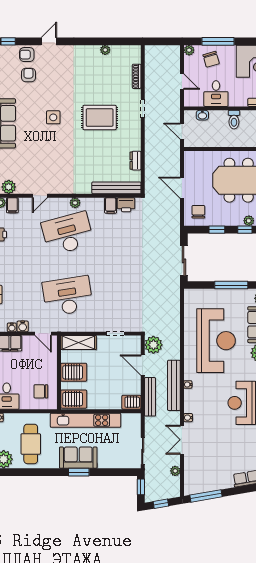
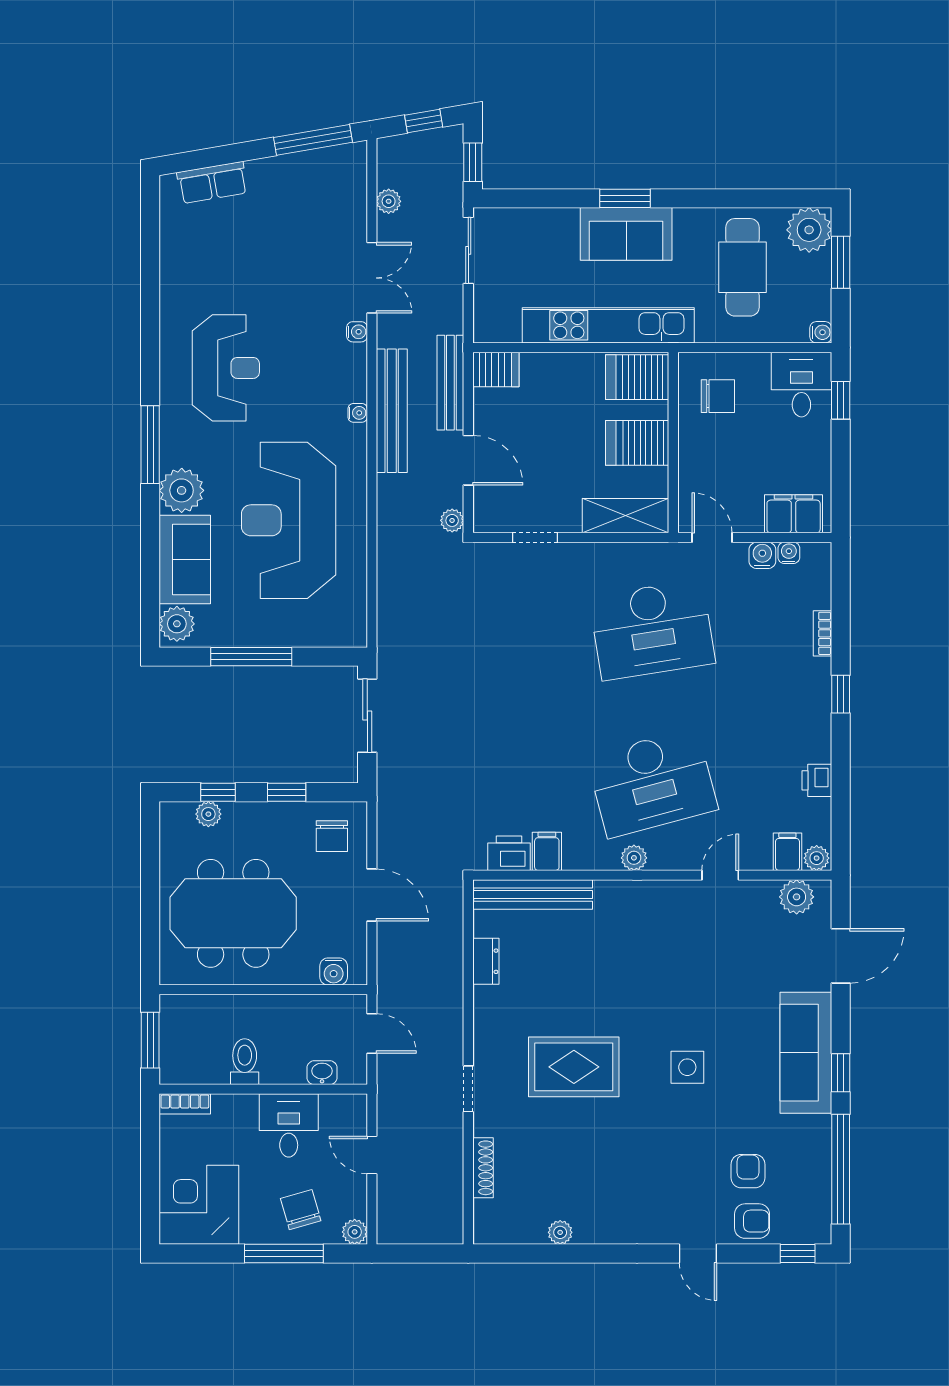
door: (49, 41) -> (698, 1254), hinge flipped
armchair: (28, 75) -> (748, 1171), turned 180
water cooler: (198, 156) -> (334, 972), added
plant: (153, 345) -> (452, 520), width x0.53, depth x0.53

